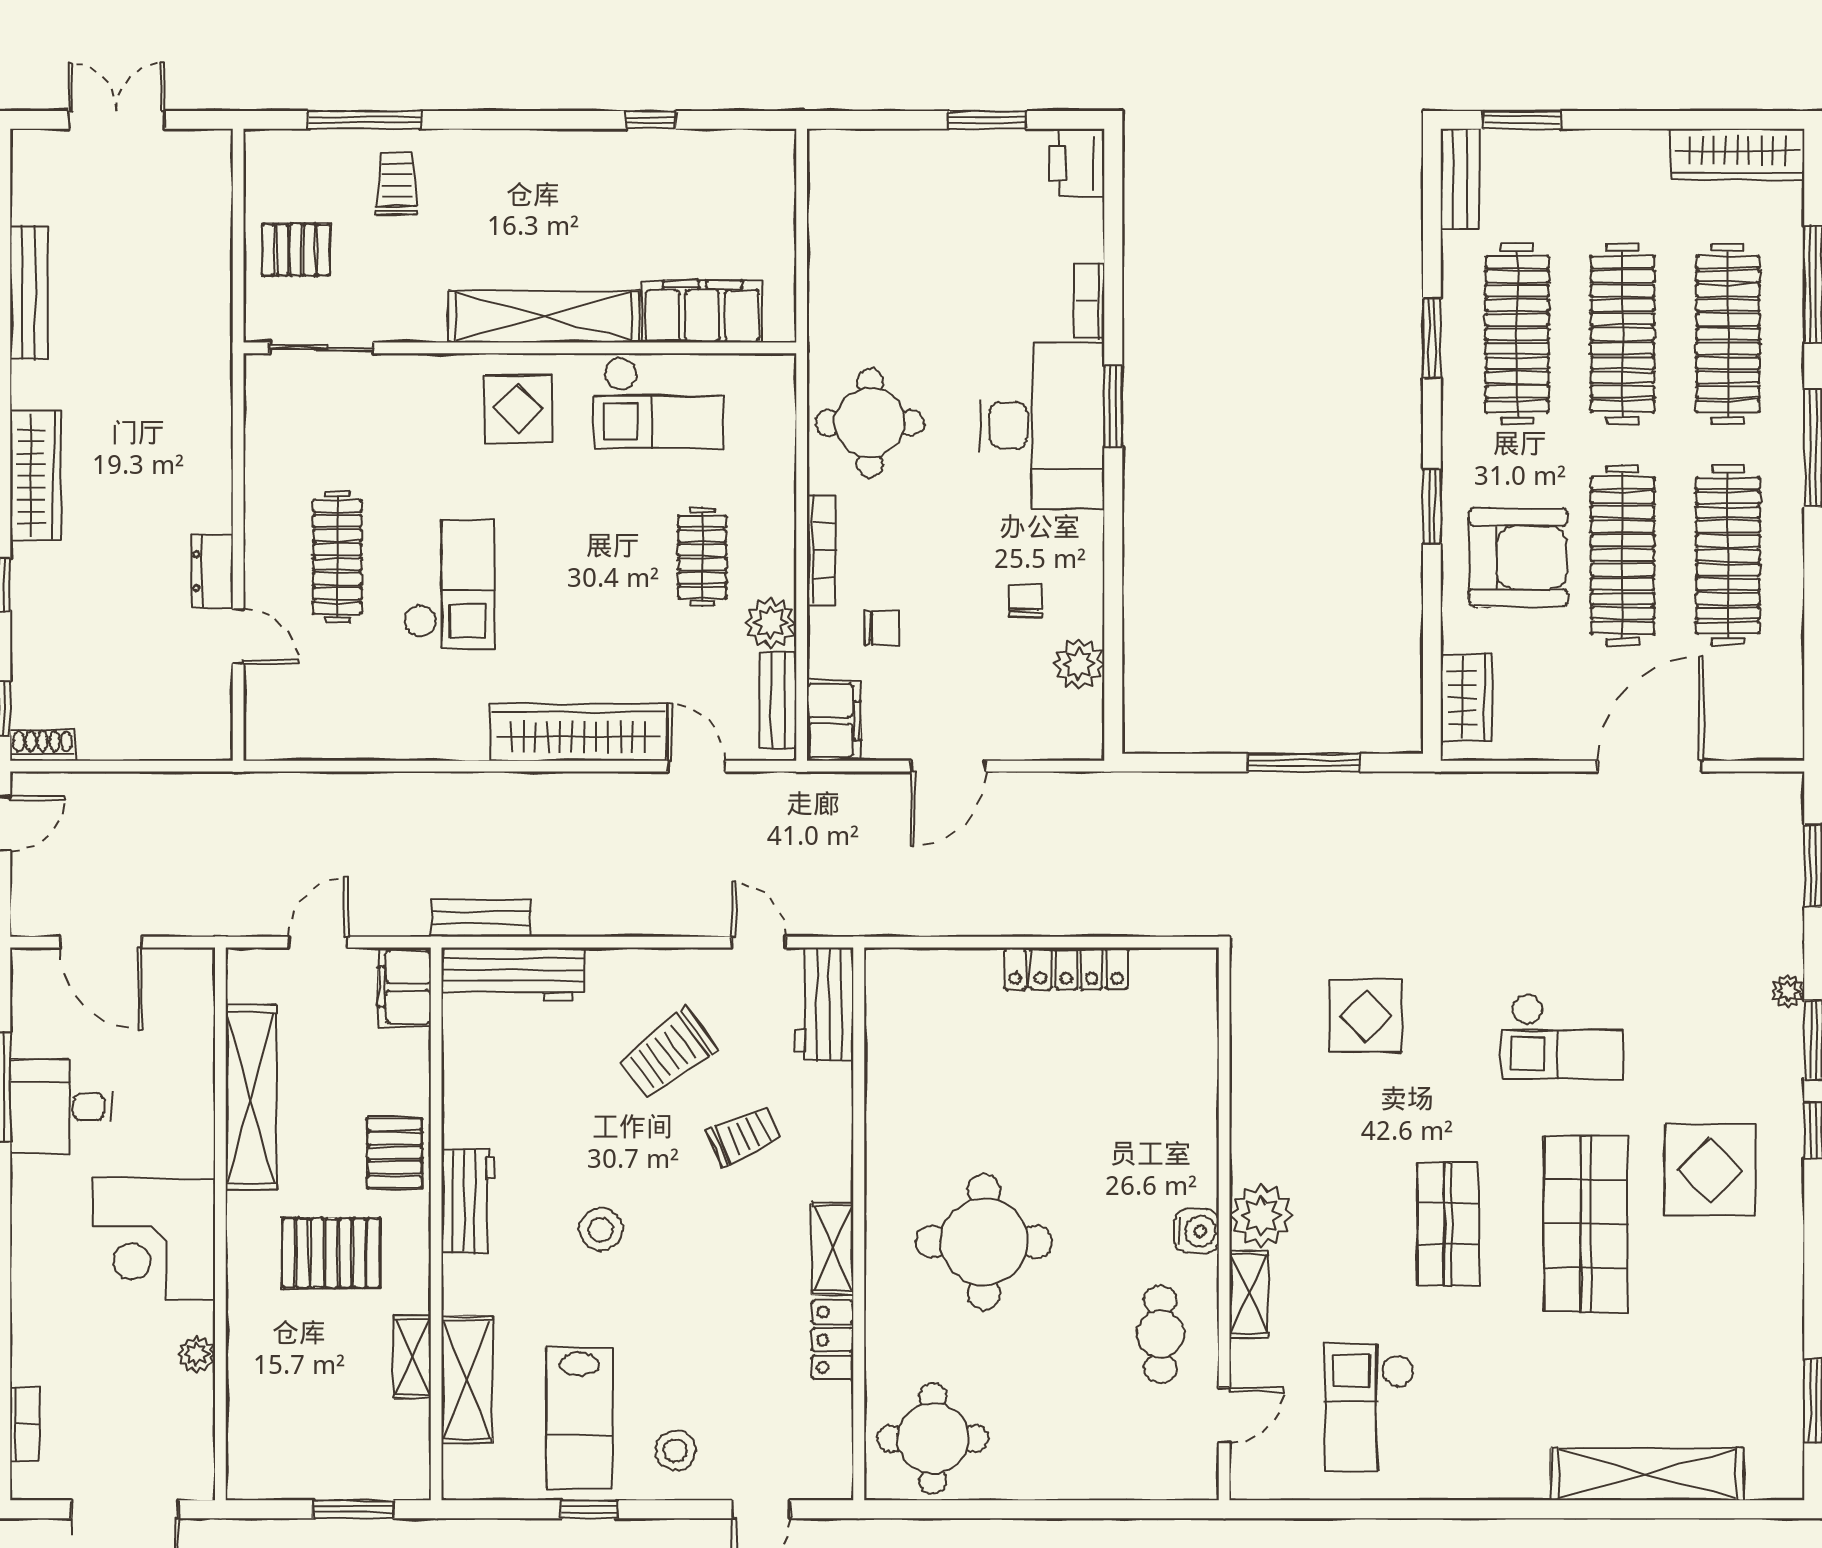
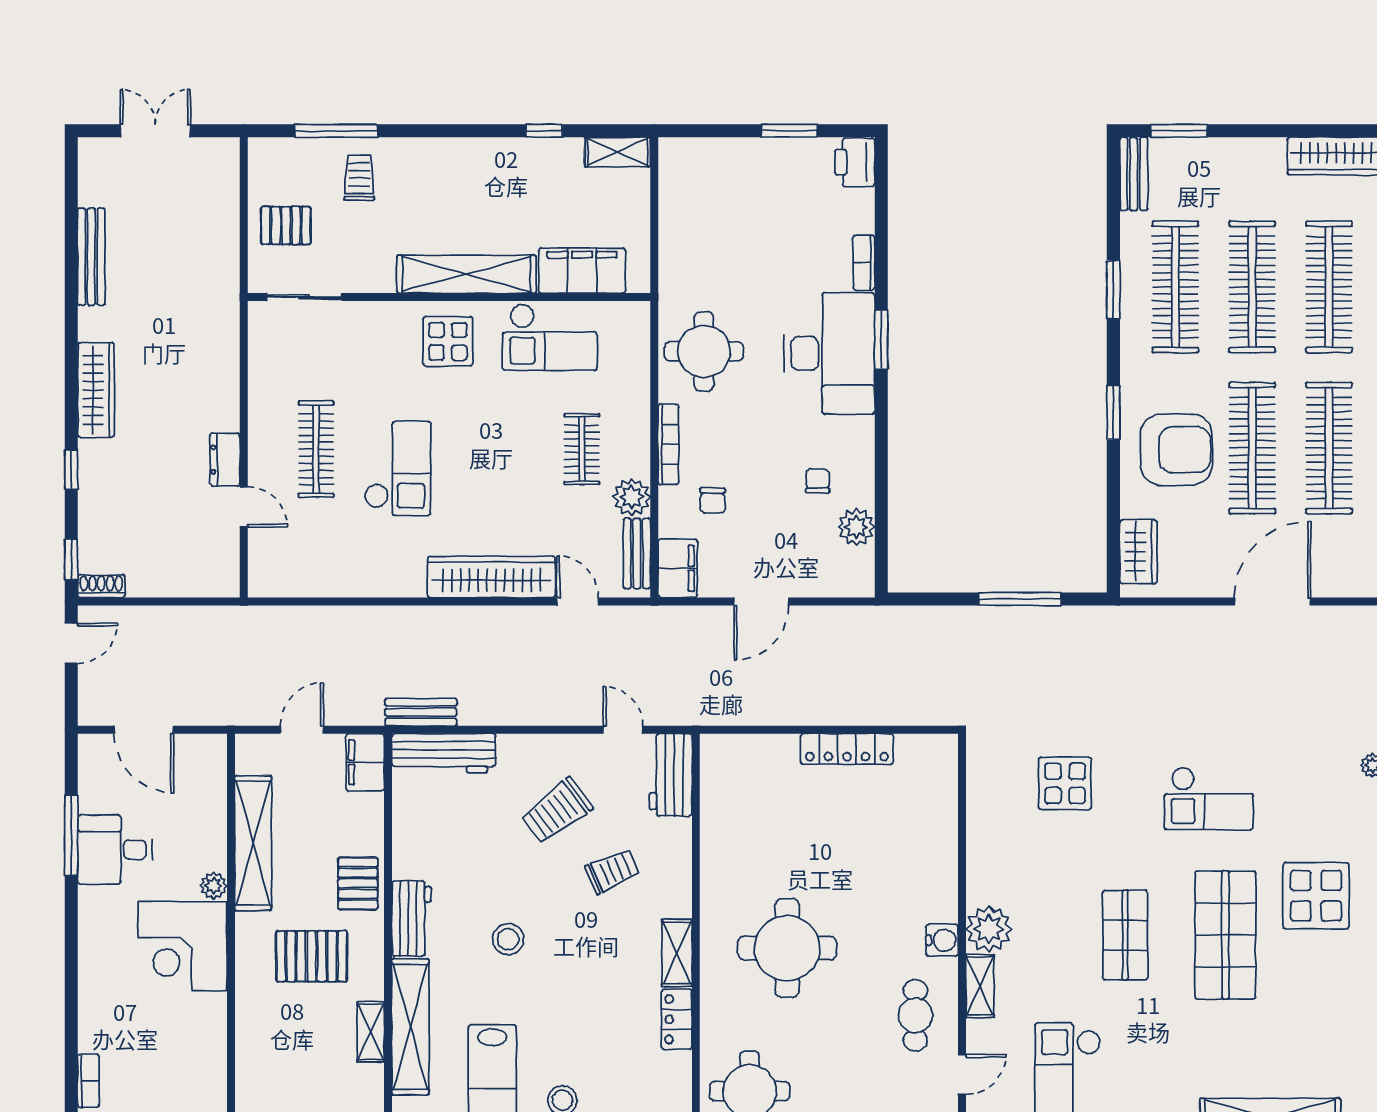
shelving: (751, 149) -> (618, 152), added
chair: (882, 627) -> (713, 501), turned 90
plant: (197, 1354) -> (214, 886), moved
shelving: (467, 1380) -> (410, 1027), width x1.47

